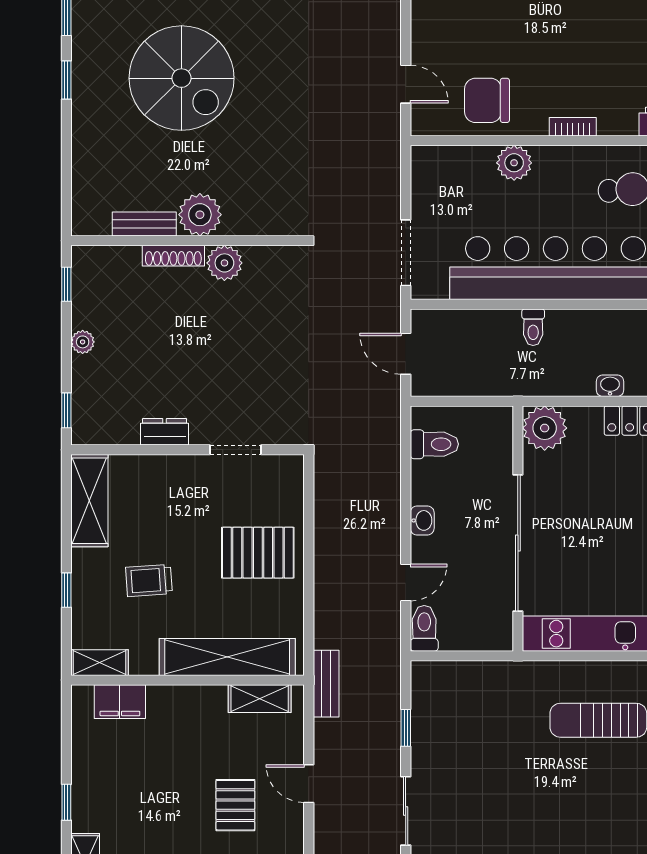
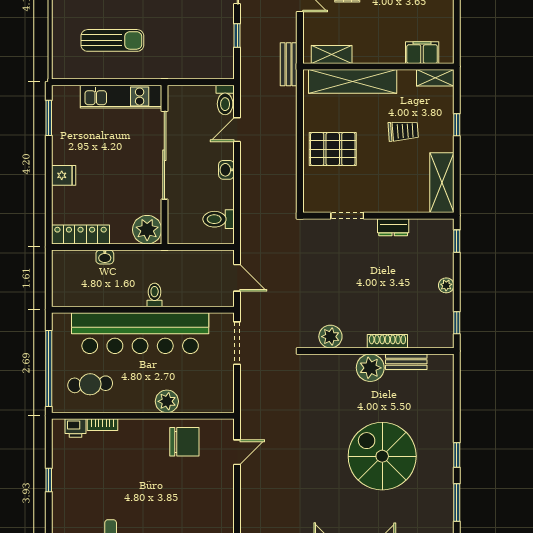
door: (406, 84) -> (237, 452), swing flipped
bookcase: (573, 127) -> (103, 425), moved
plant: (224, 263) -> (330, 337), moved

